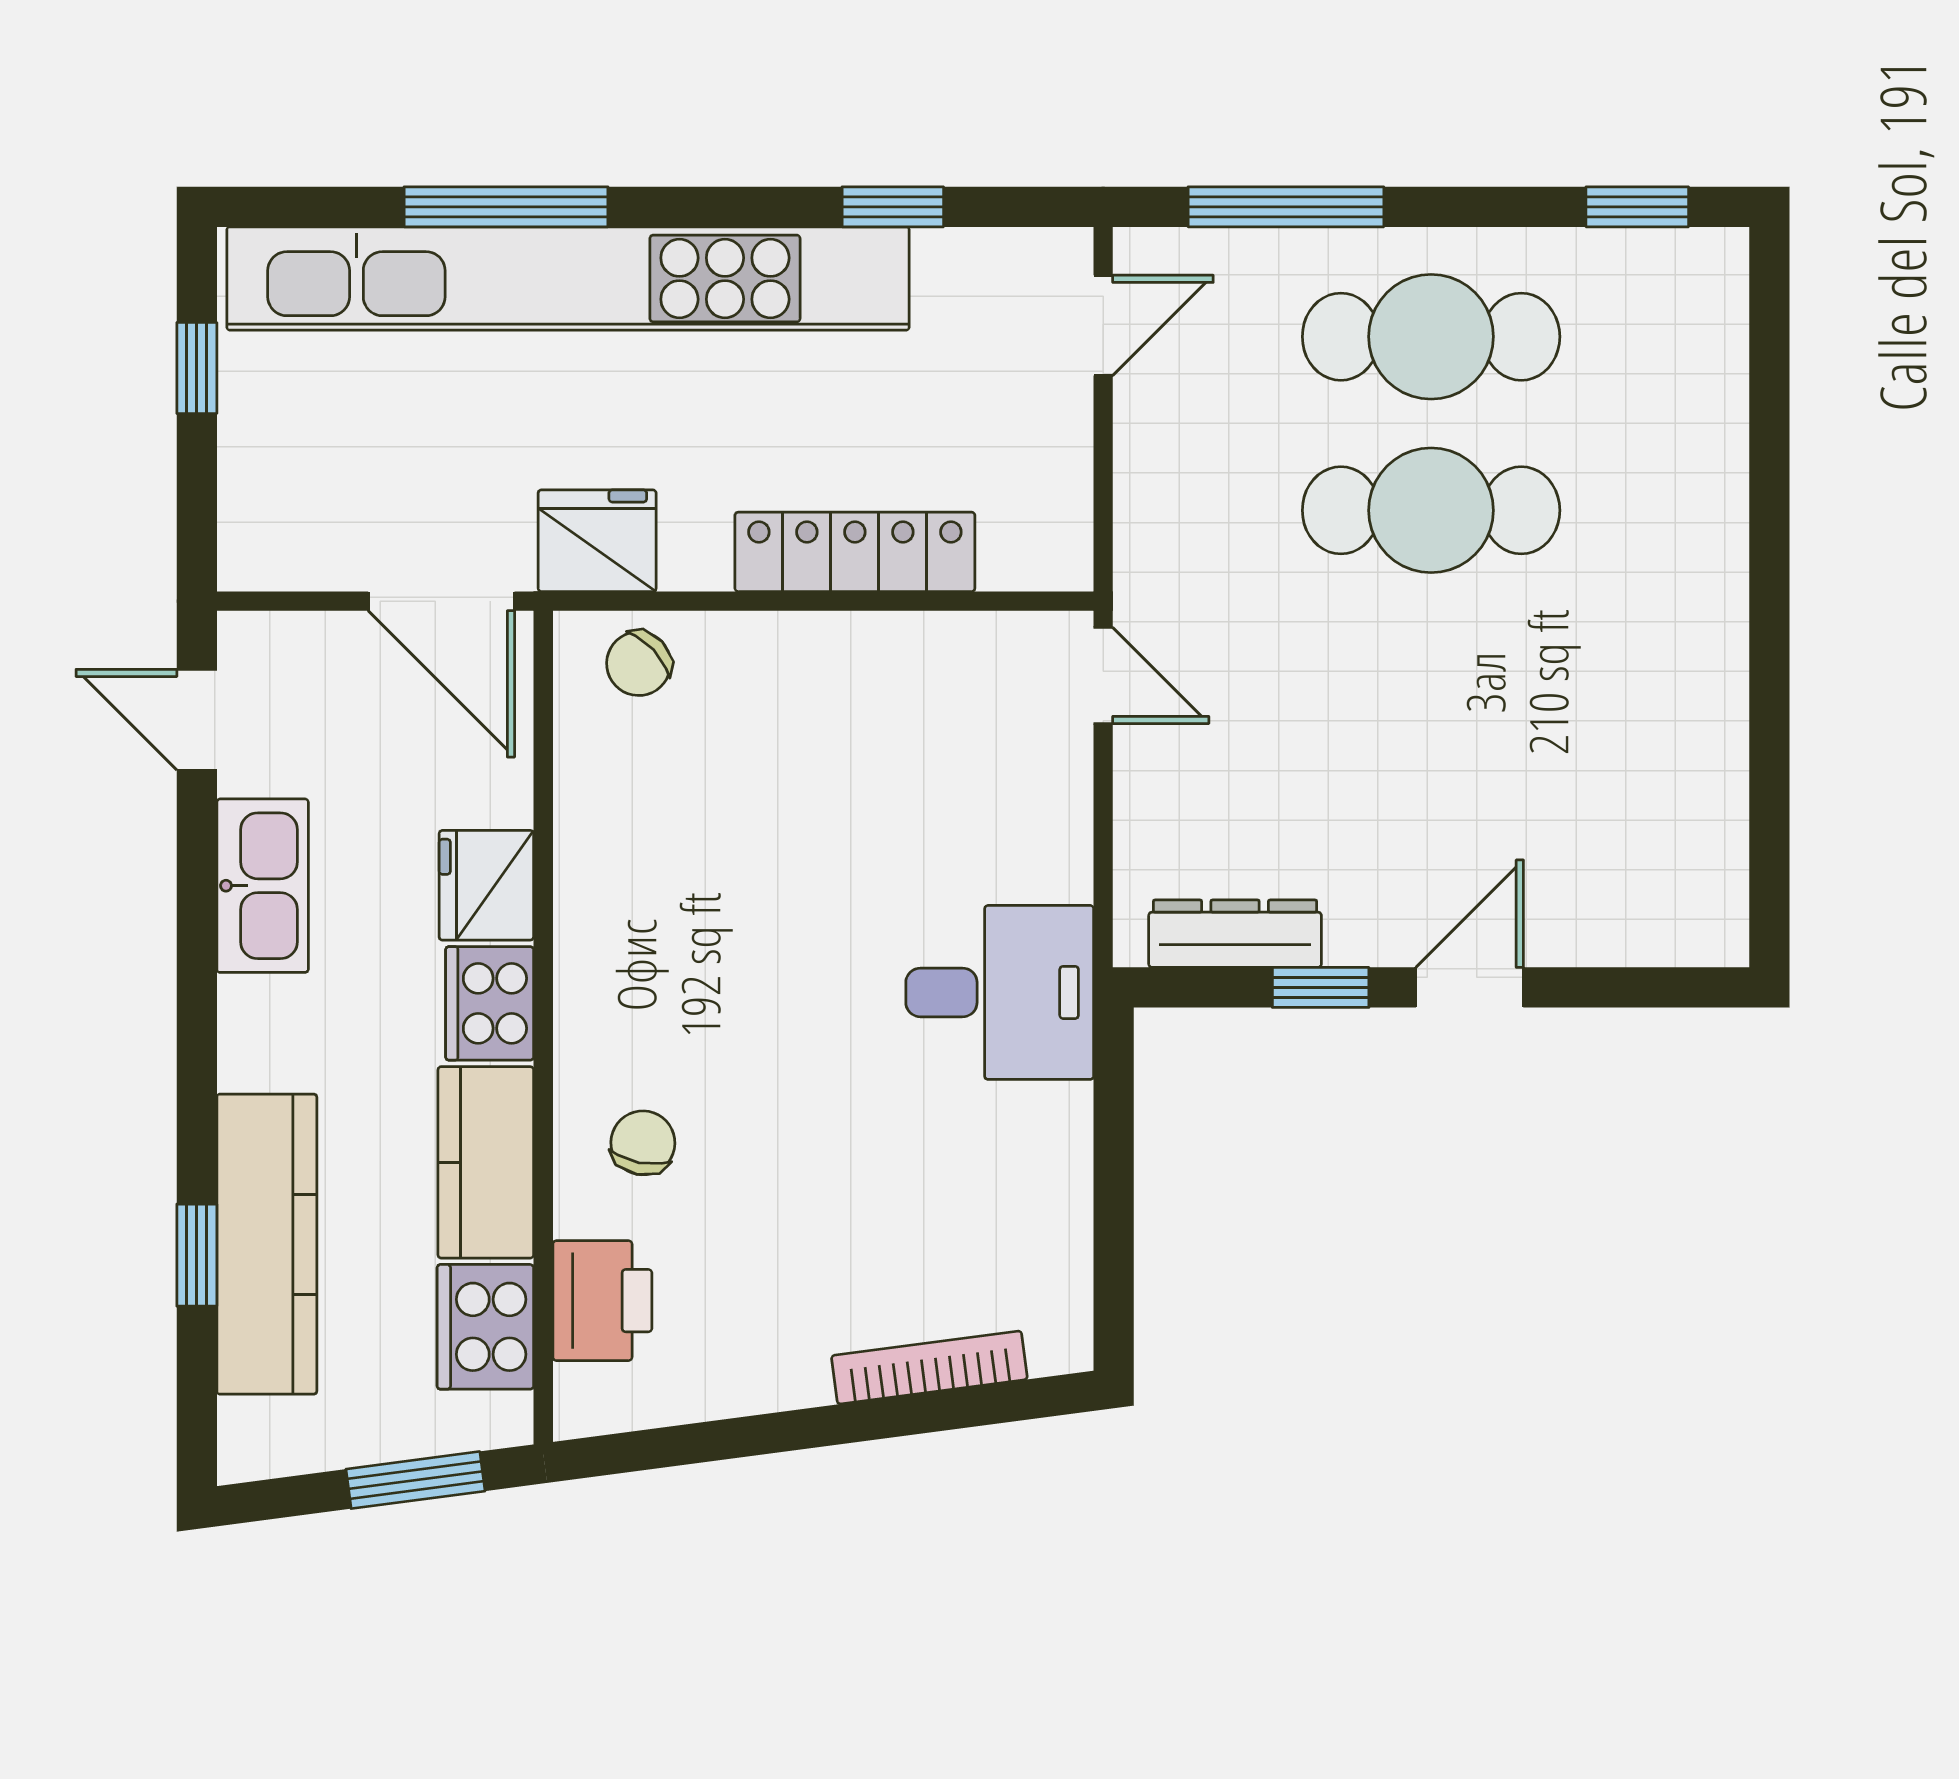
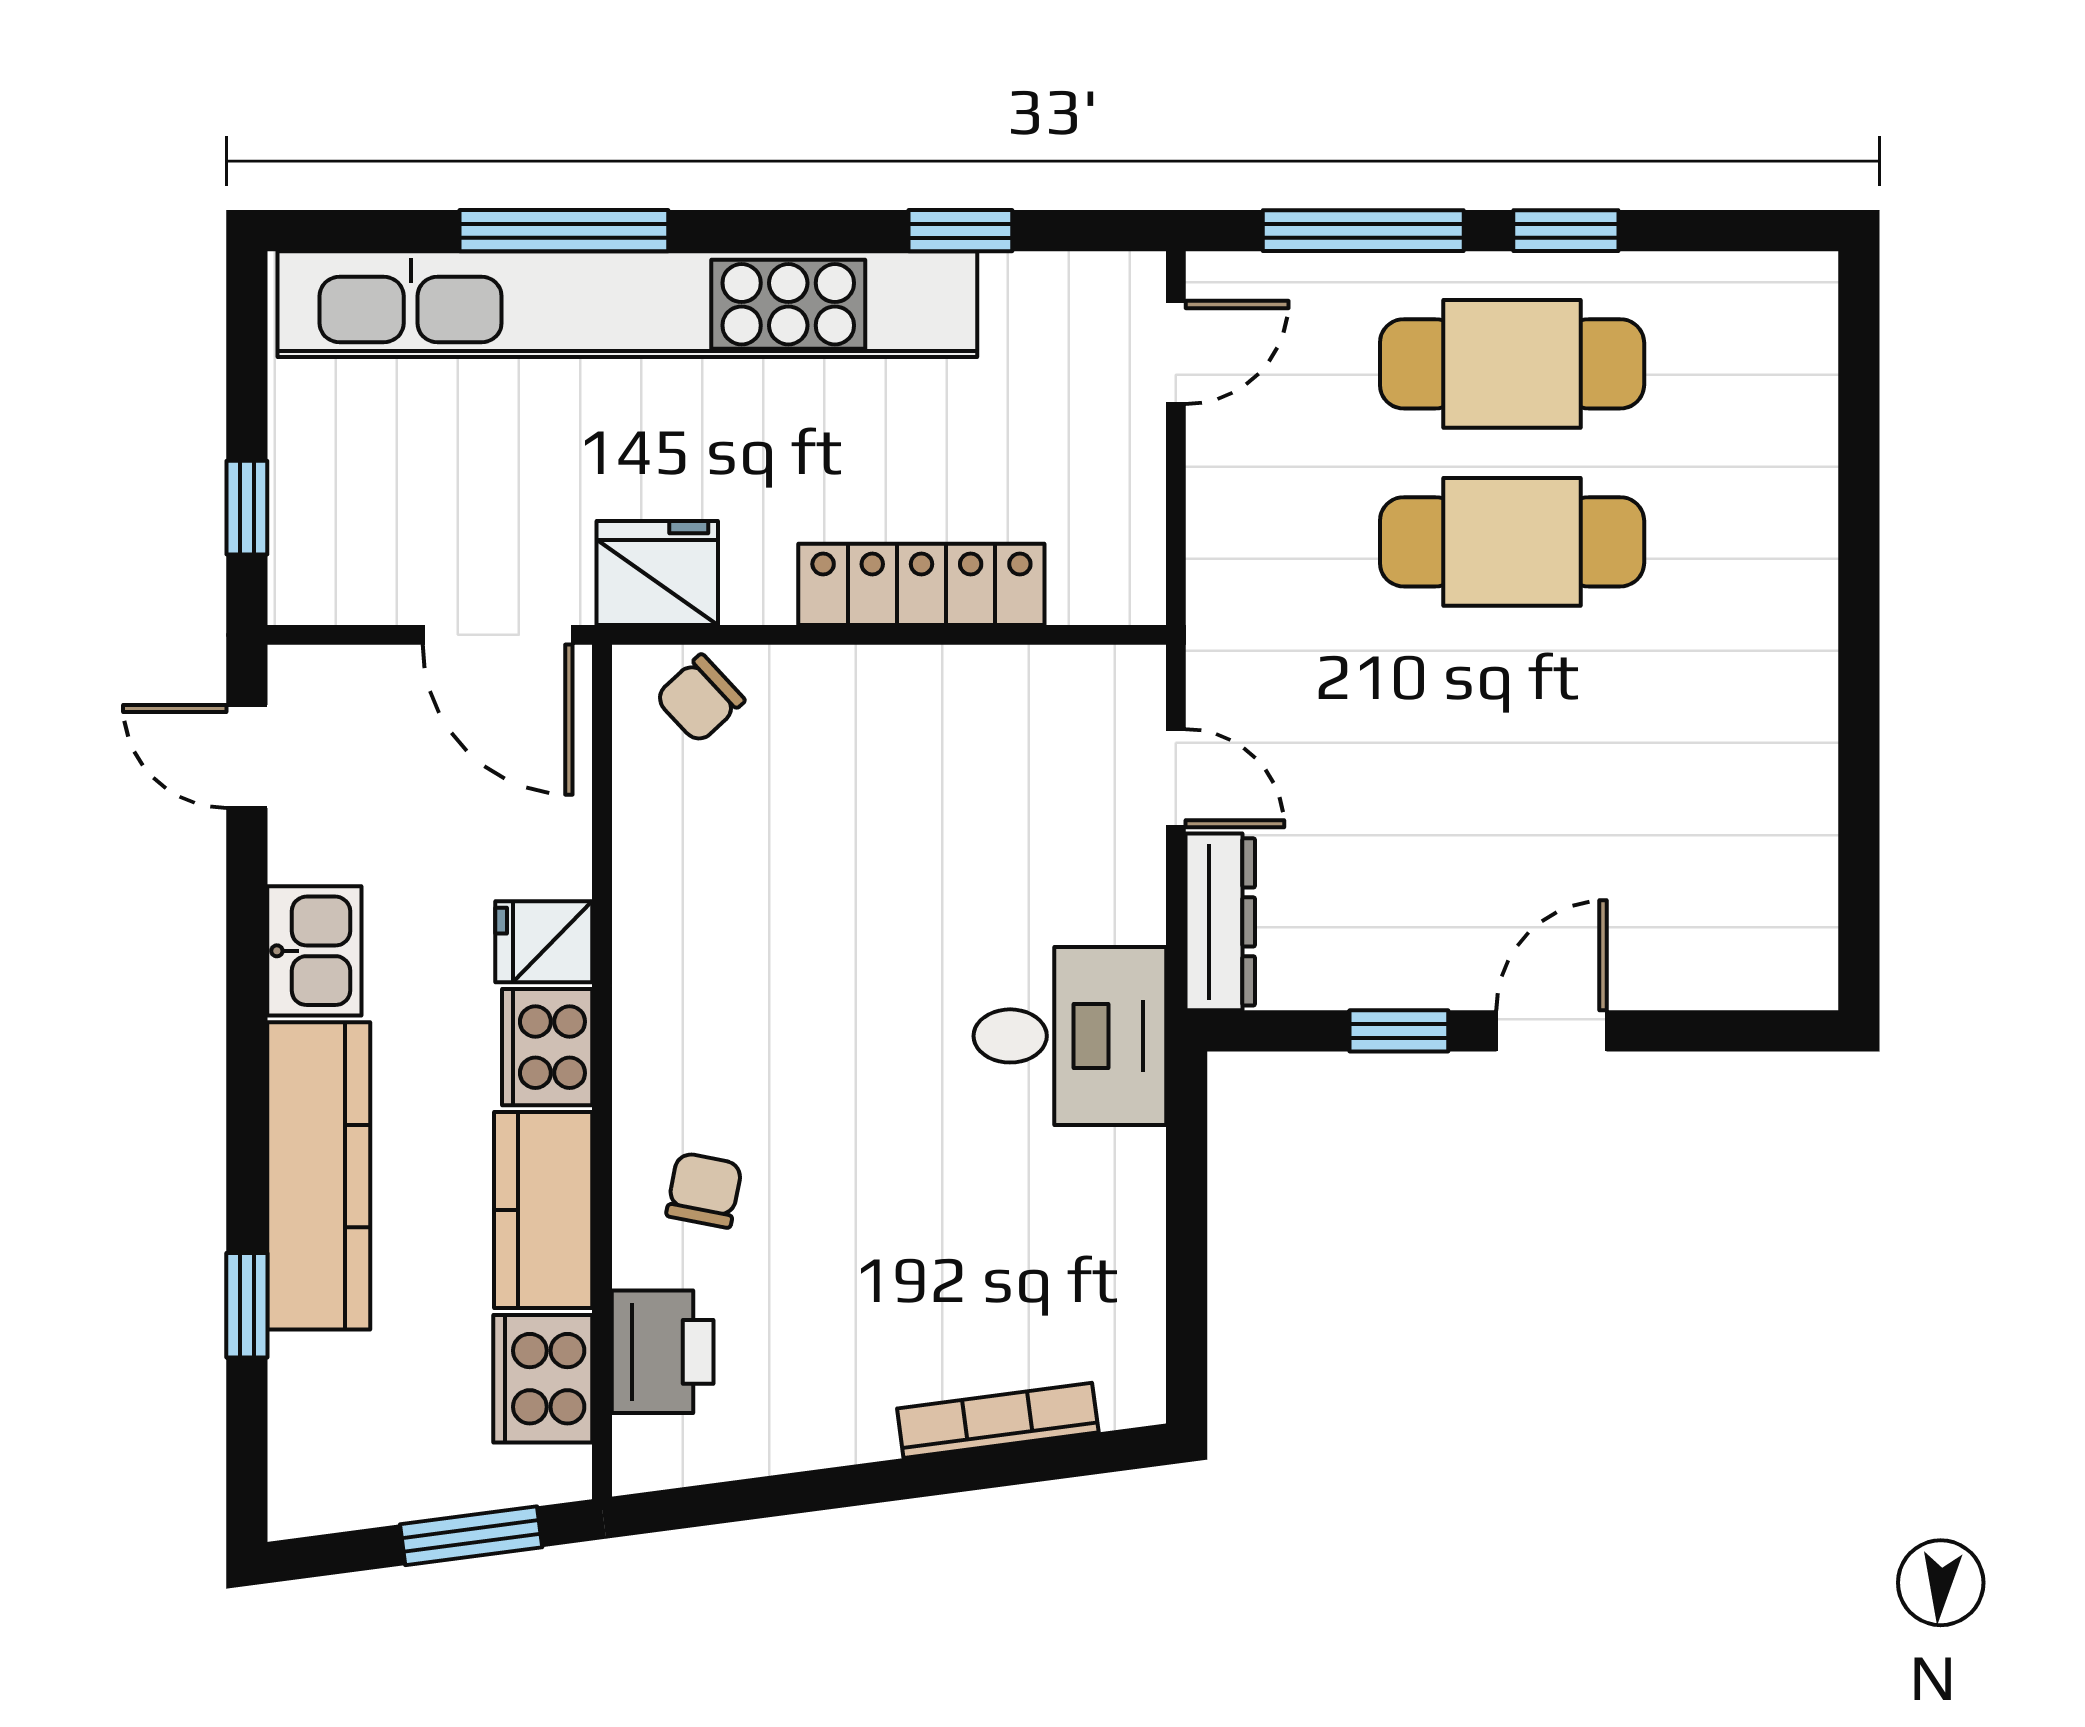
window: (1637, 207) -> (1566, 231), moved
window: (197, 368) -> (247, 508), moved
door: (1103, 675) -> (1176, 778), moved
fridge: (486, 885) -> (544, 942), width x0.72
kitchen sink: (263, 886) -> (314, 951), width x0.73
dresser: (1235, 934) -> (1220, 922), moved, turned 90
kitchen counter: (267, 1244) -> (319, 1176), moved

